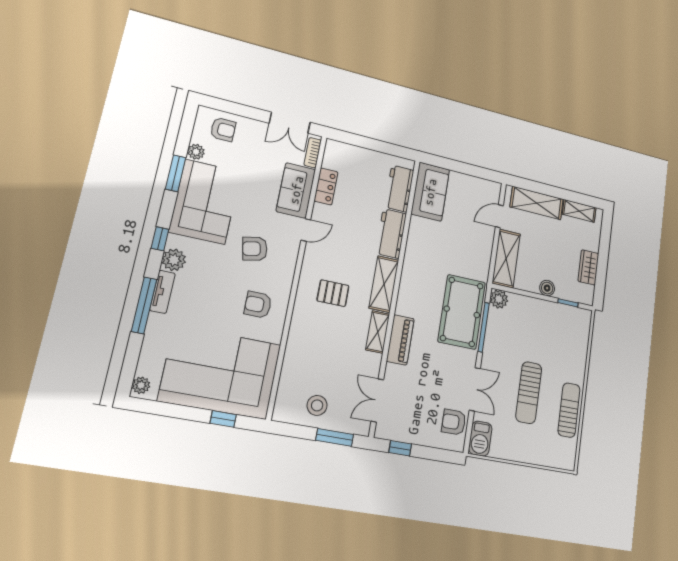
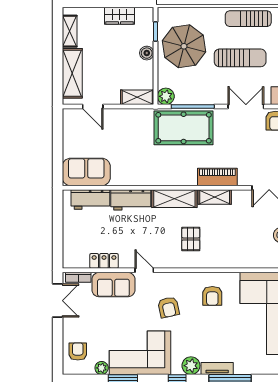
shelving: (506, 259) -> (137, 97), width x0.67, depth x0.75
parasol: (549, 331) -> (184, 46), added

